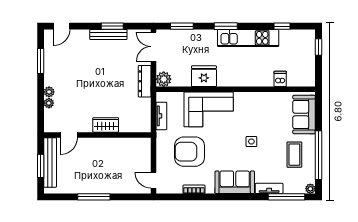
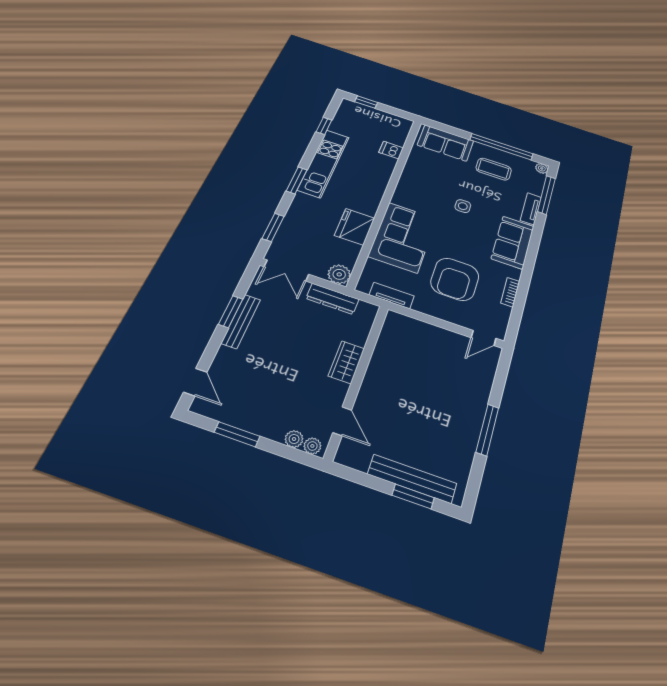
wardrobe: (106, 125) -> (346, 362), moved
door: (69, 135) -> (342, 421), moved
wall: (97, 135) -> (358, 379), moved

